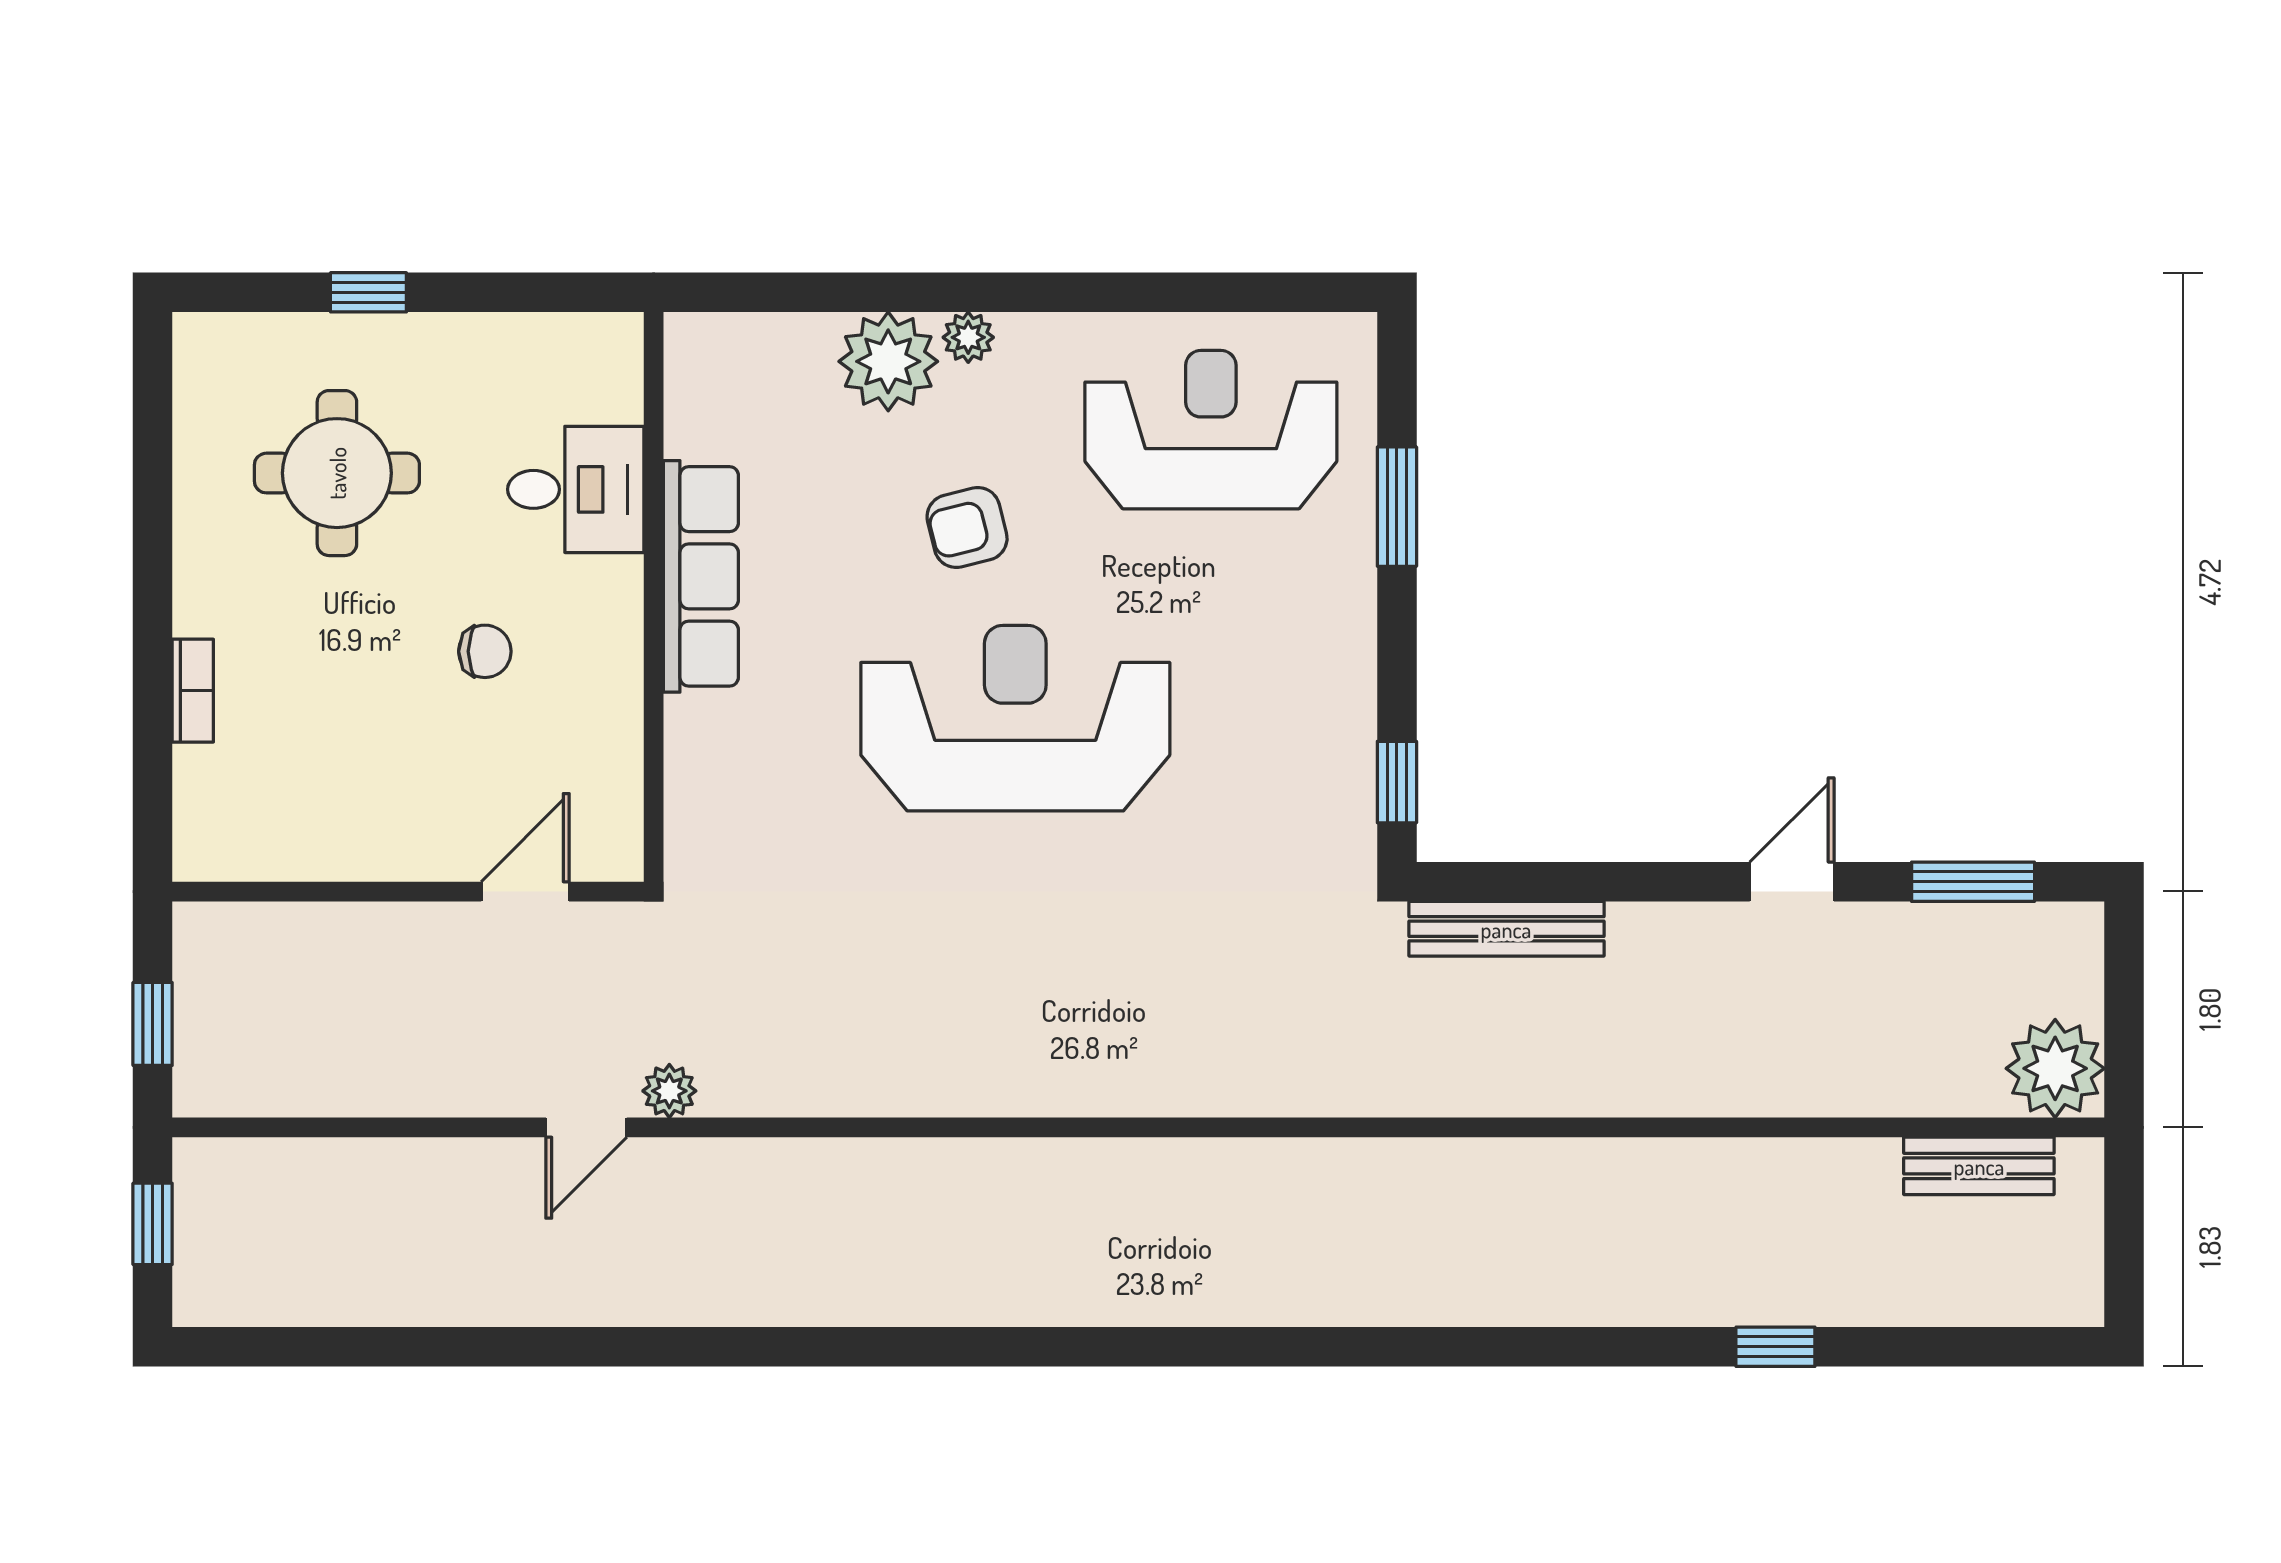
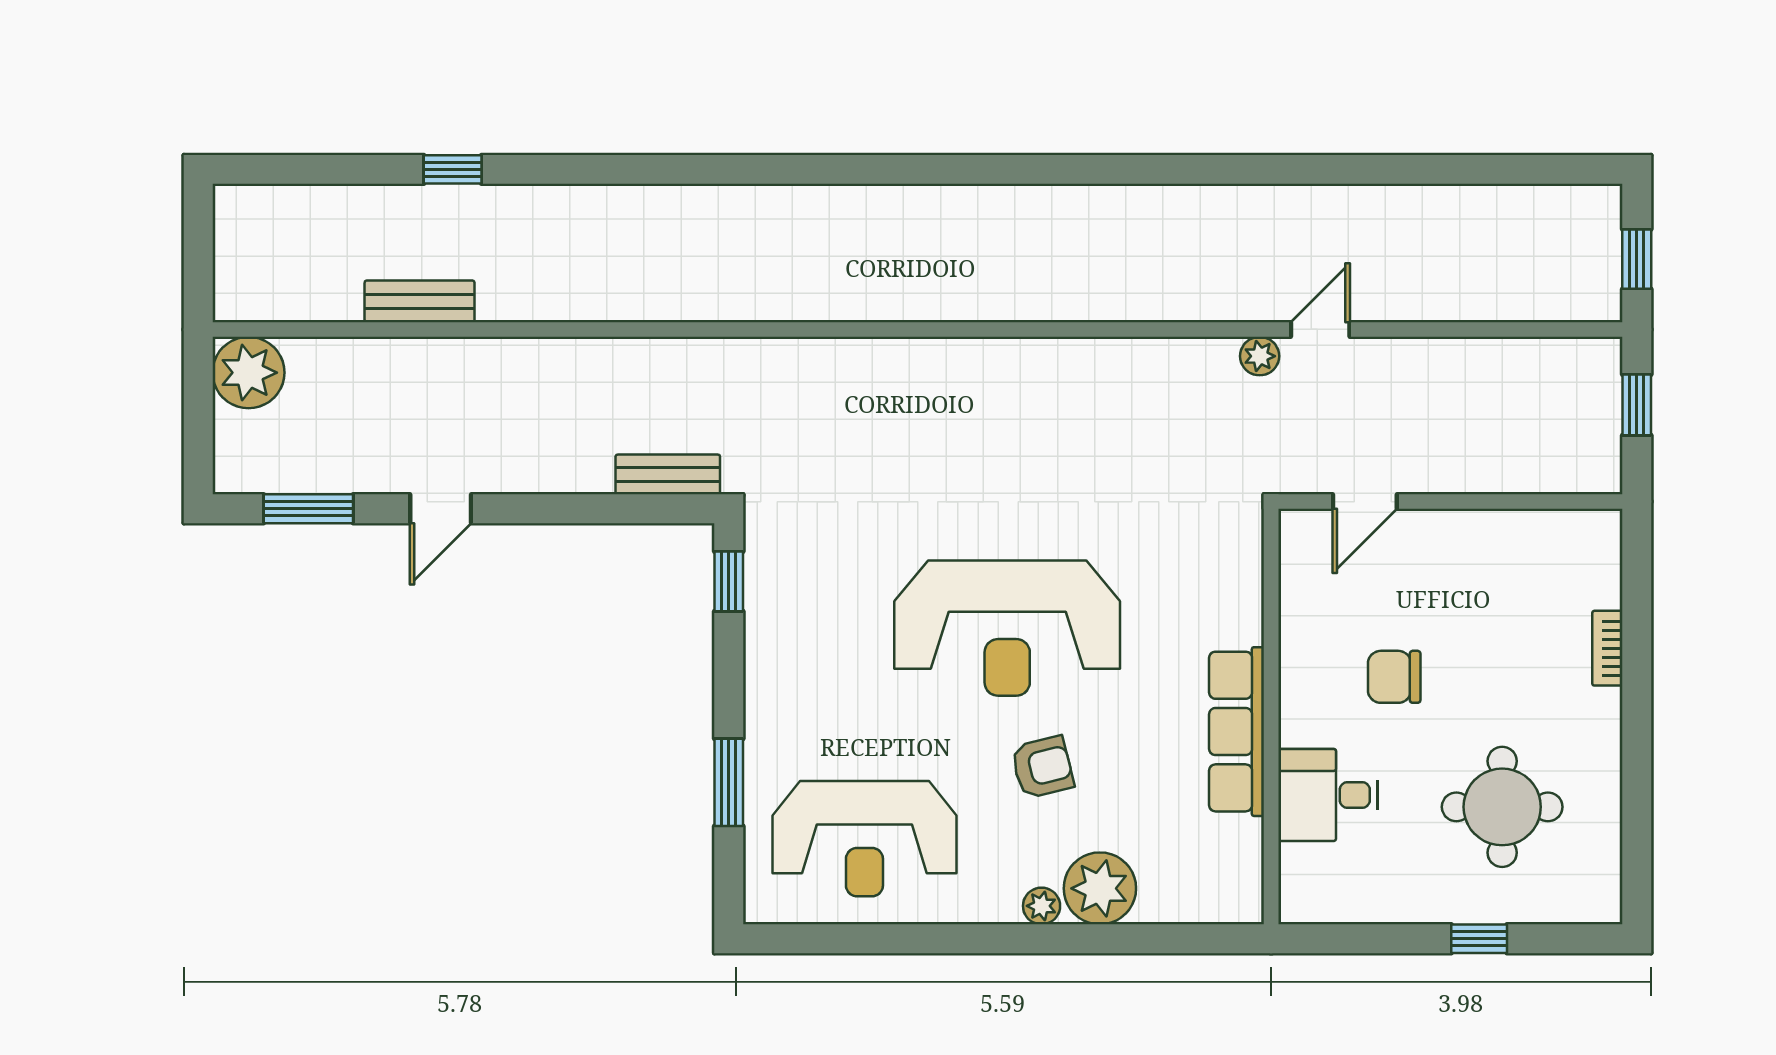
chair: (485, 651) -> (1394, 677), width x1.37, depth x1.37
bench: (1506, 929) -> (668, 474), width x0.73
bench: (1979, 1166) -> (420, 301), moved

